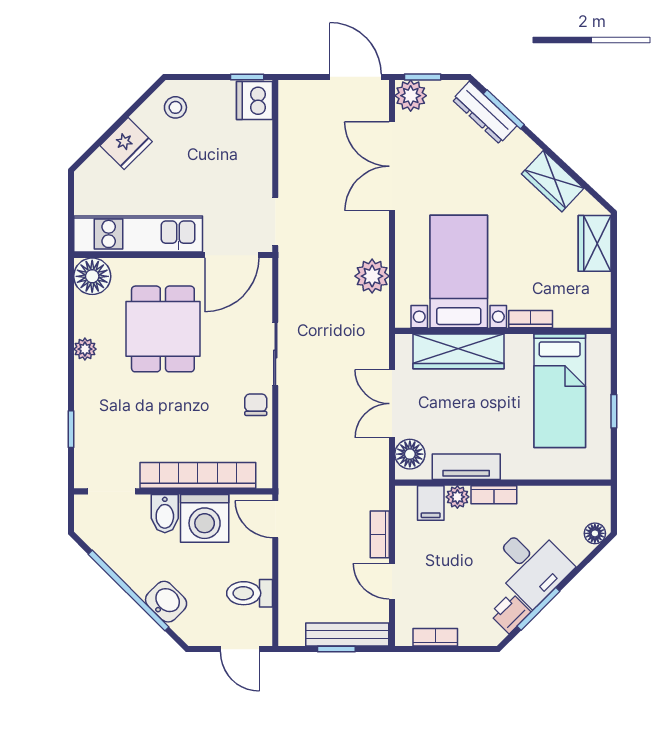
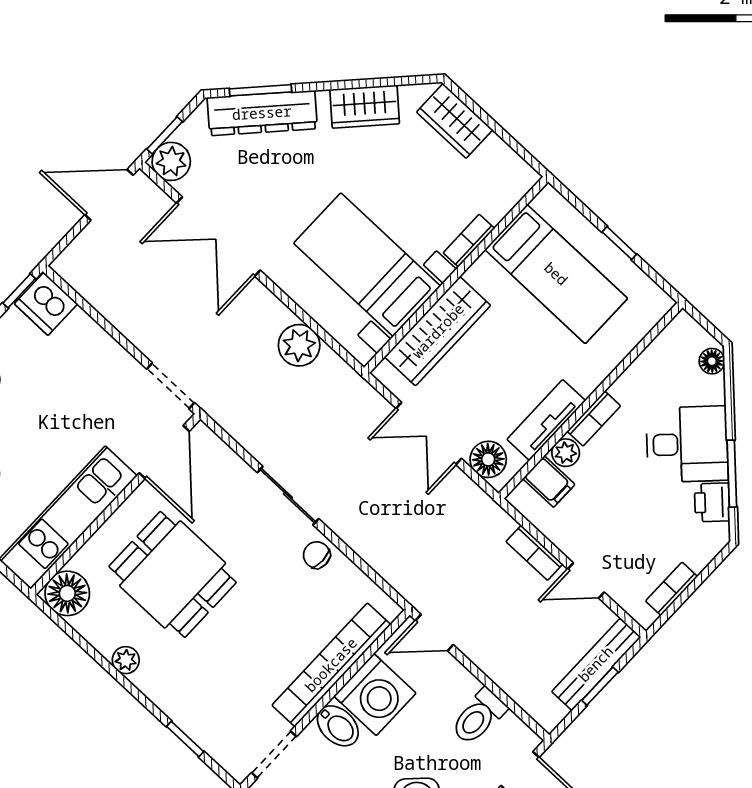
dresser: (484, 113) -> (262, 113), width x1.37, depth x1.24

